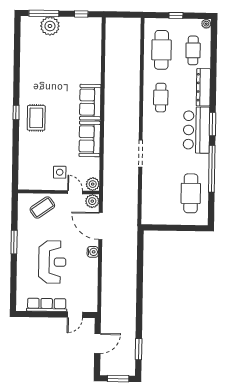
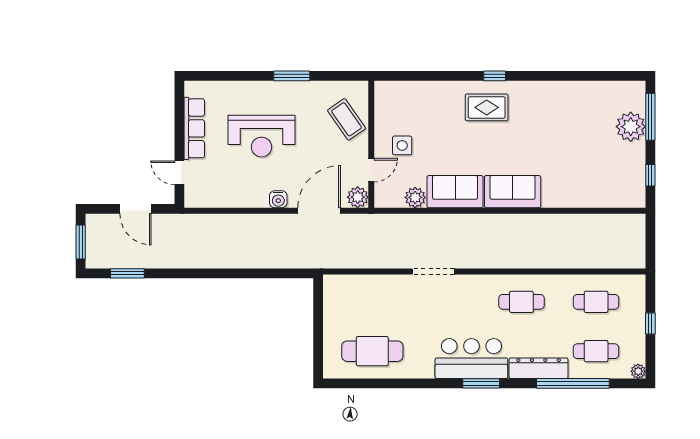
cafe table: (162, 50) -> (596, 302), width x0.73, depth x0.74
window: (212, 169) -> (573, 383), moved
plant: (93, 184) -> (415, 197), moved

